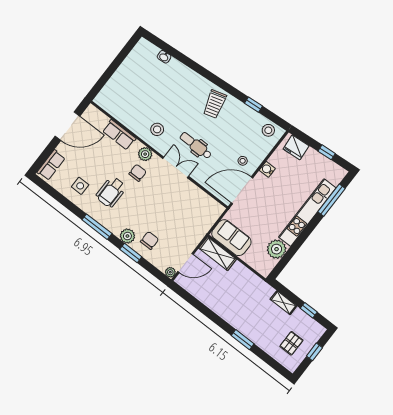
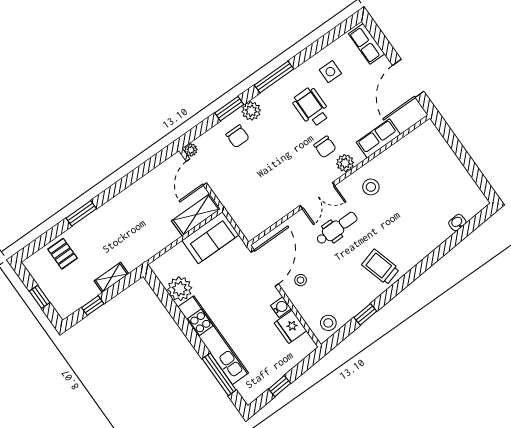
fridge: (296, 147) -> (291, 327), moved, turned -85
pallet: (291, 343) -> (62, 254), moved

